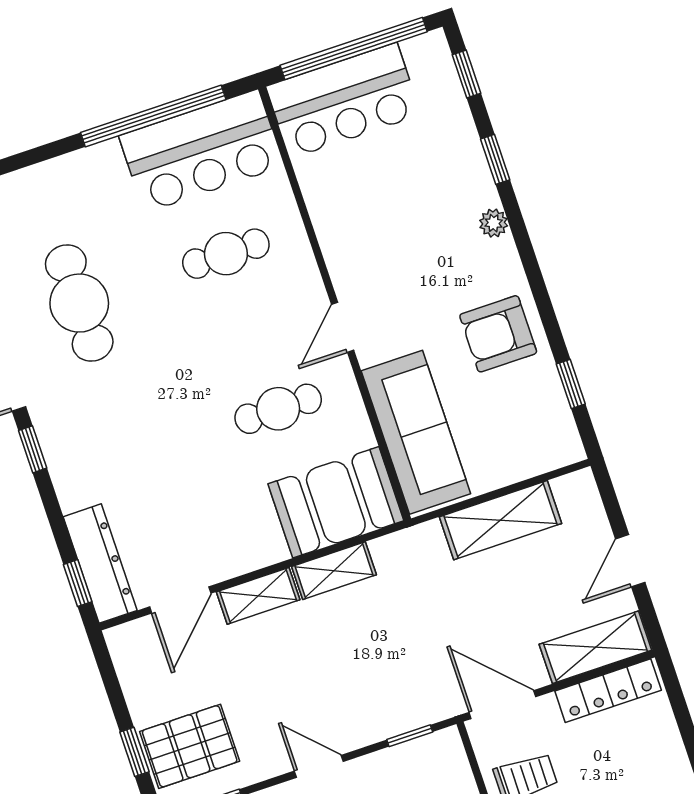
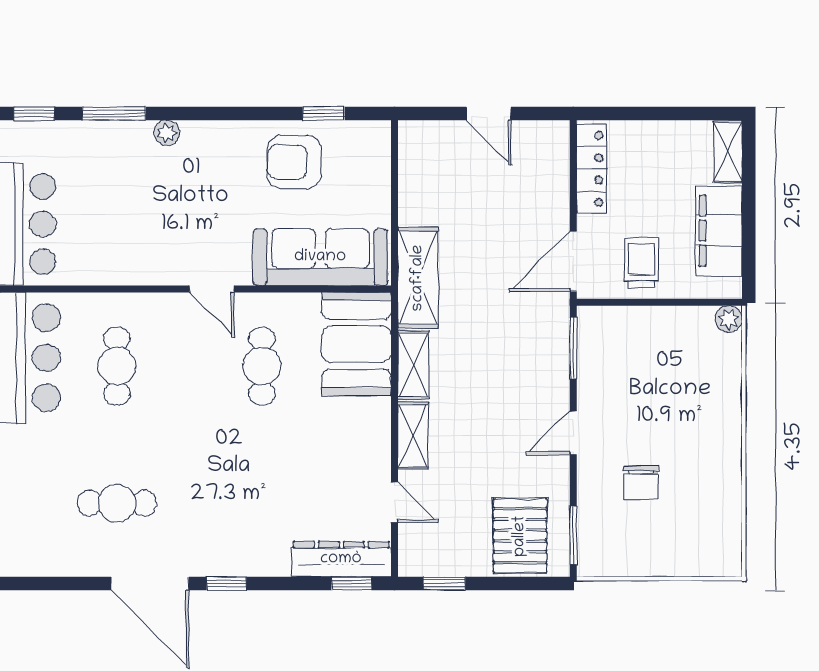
window: (495, 159) -> (114, 114), width x1.50
cafe table: (79, 303) -> (117, 503), width x0.73, depth x0.74
armchair: (498, 334) -> (294, 162), moved, turned 91
shelving: (500, 520) -> (418, 278), moved
door: (180, 600) -> (395, 502), width x0.73
shelving: (595, 647) -> (551, 167), removed
window: (410, 736) -> (573, 348), width x1.50
window: (134, 752) -> (444, 584), moved

